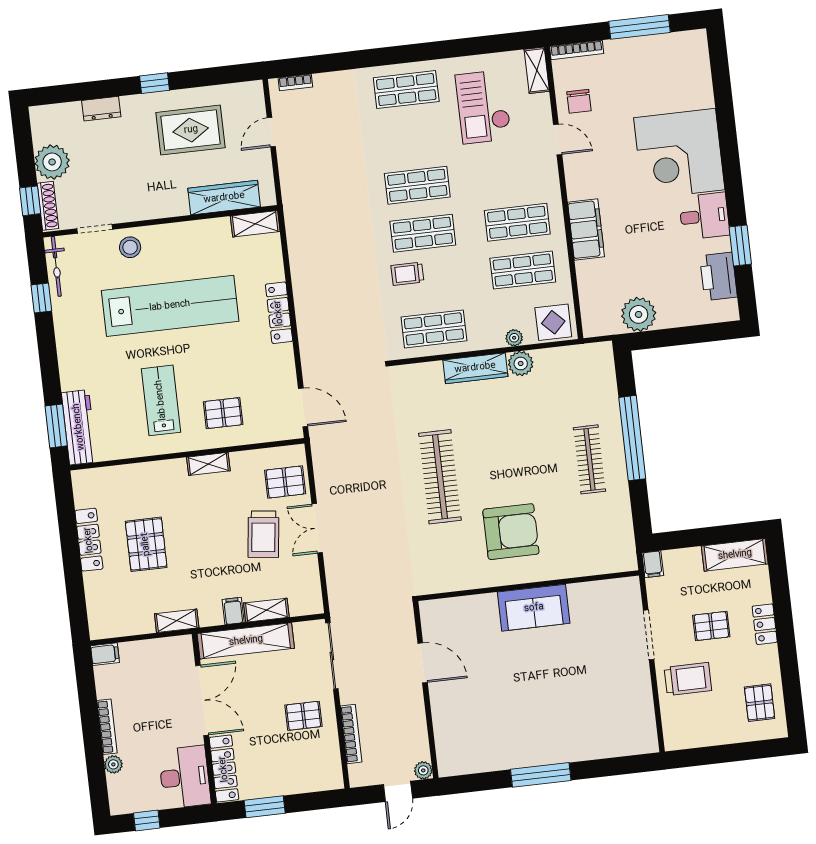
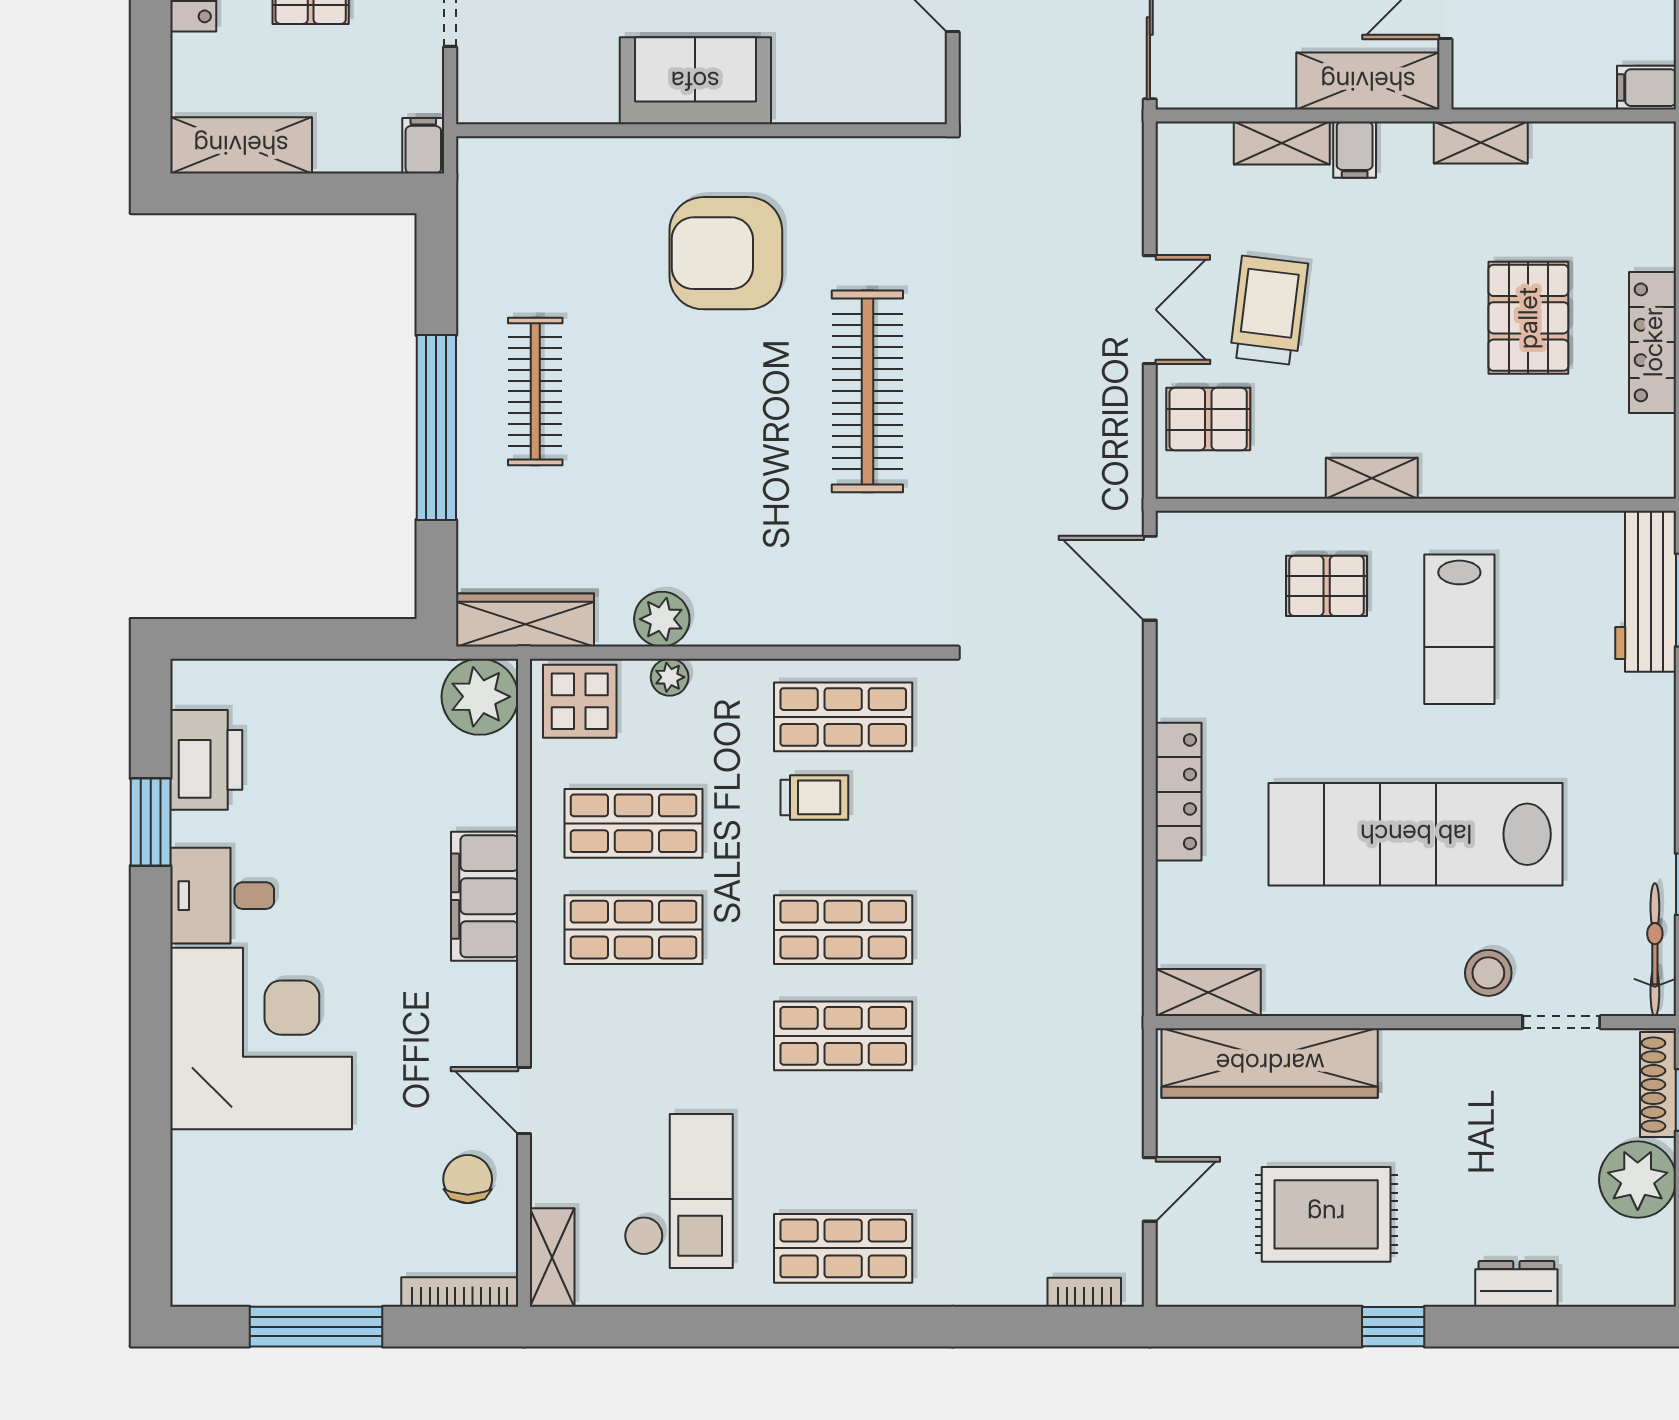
wardrobe: (224, 198) -> (1270, 1063), width x1.40, depth x1.17
trolley: (407, 274) -> (814, 797), moved
plant: (639, 314) -> (480, 697), moved
wardrobe: (475, 368) -> (525, 620), moved
shelving: (246, 641) -> (1368, 81), width x0.68

